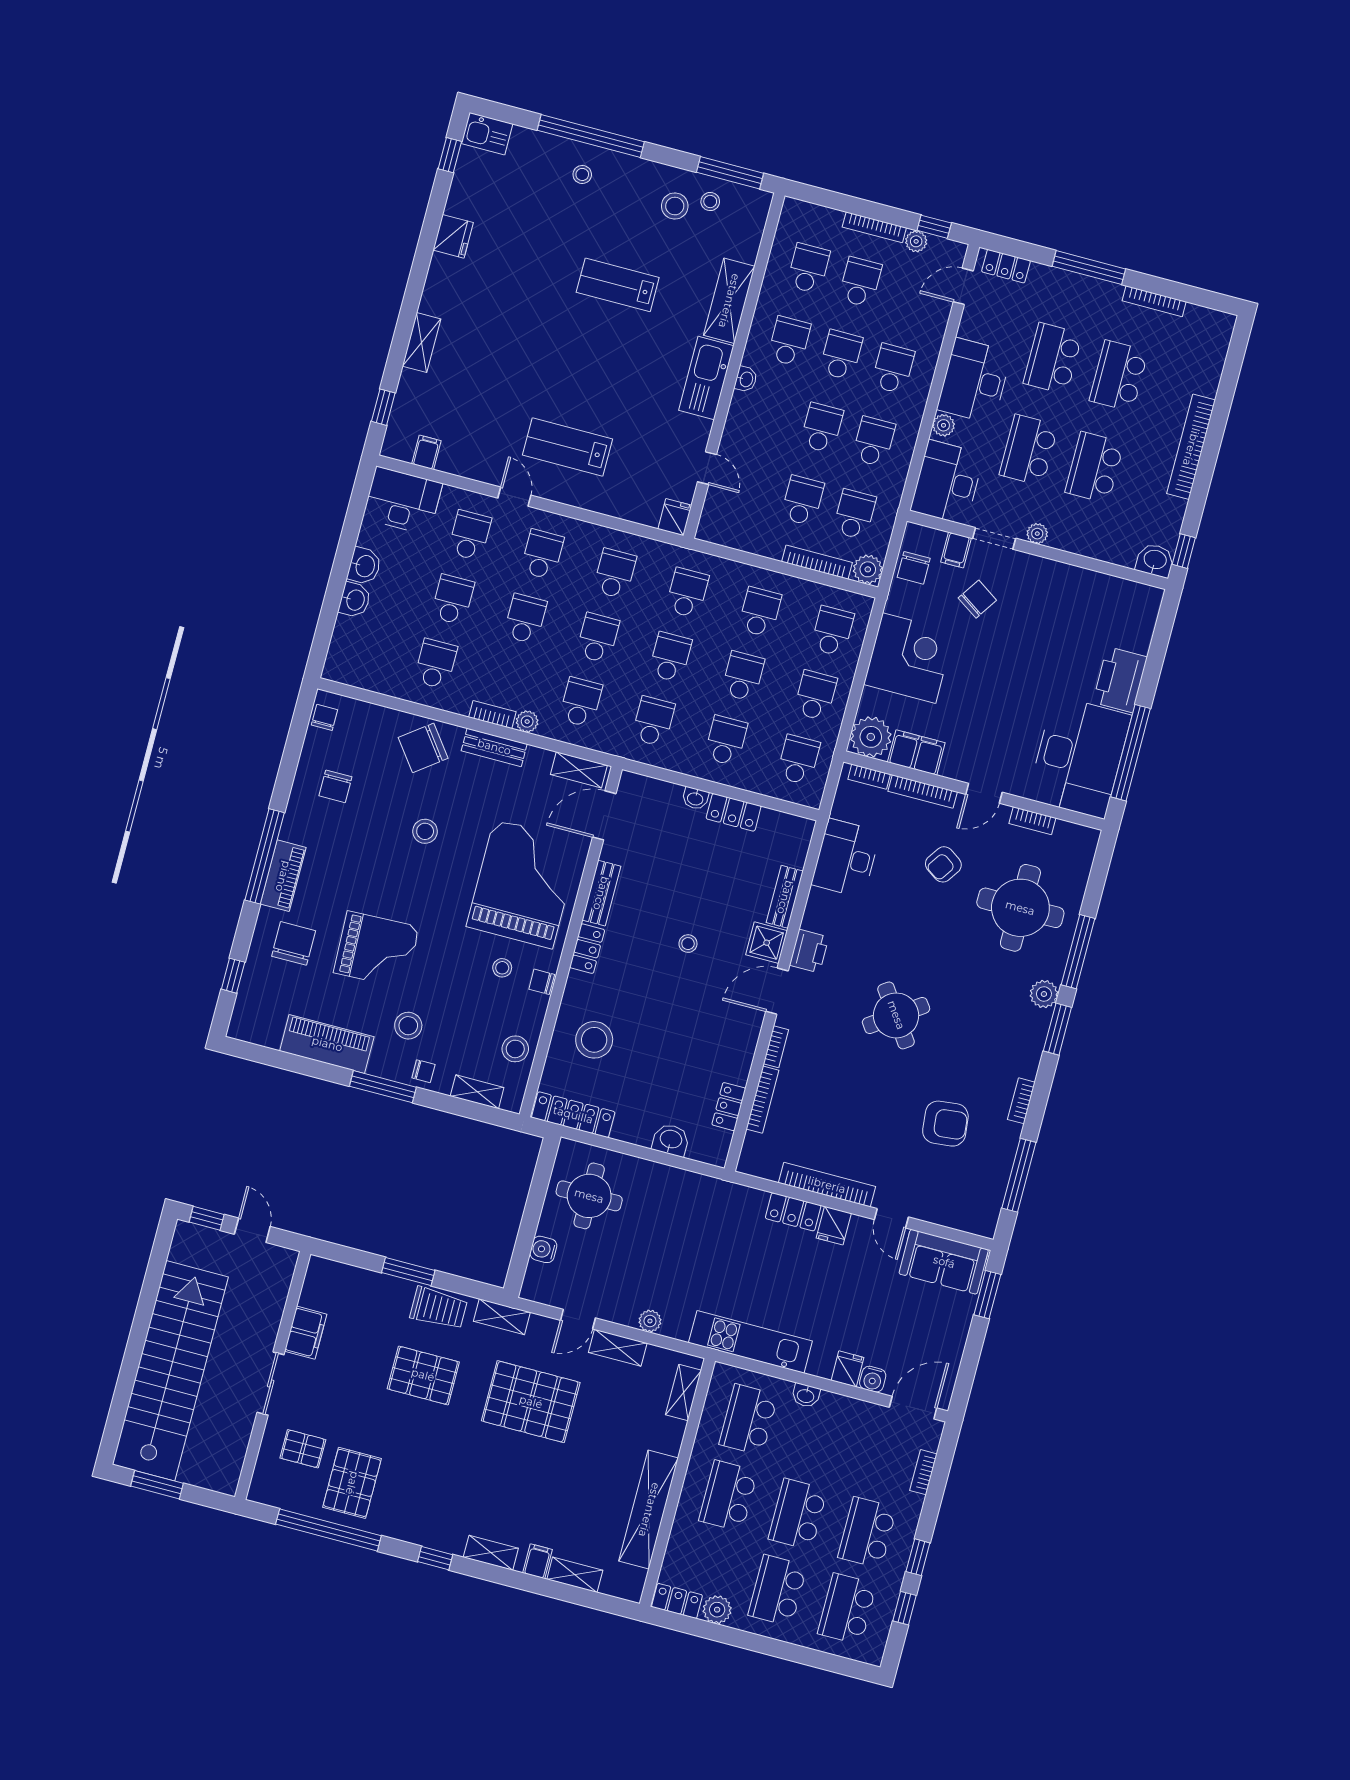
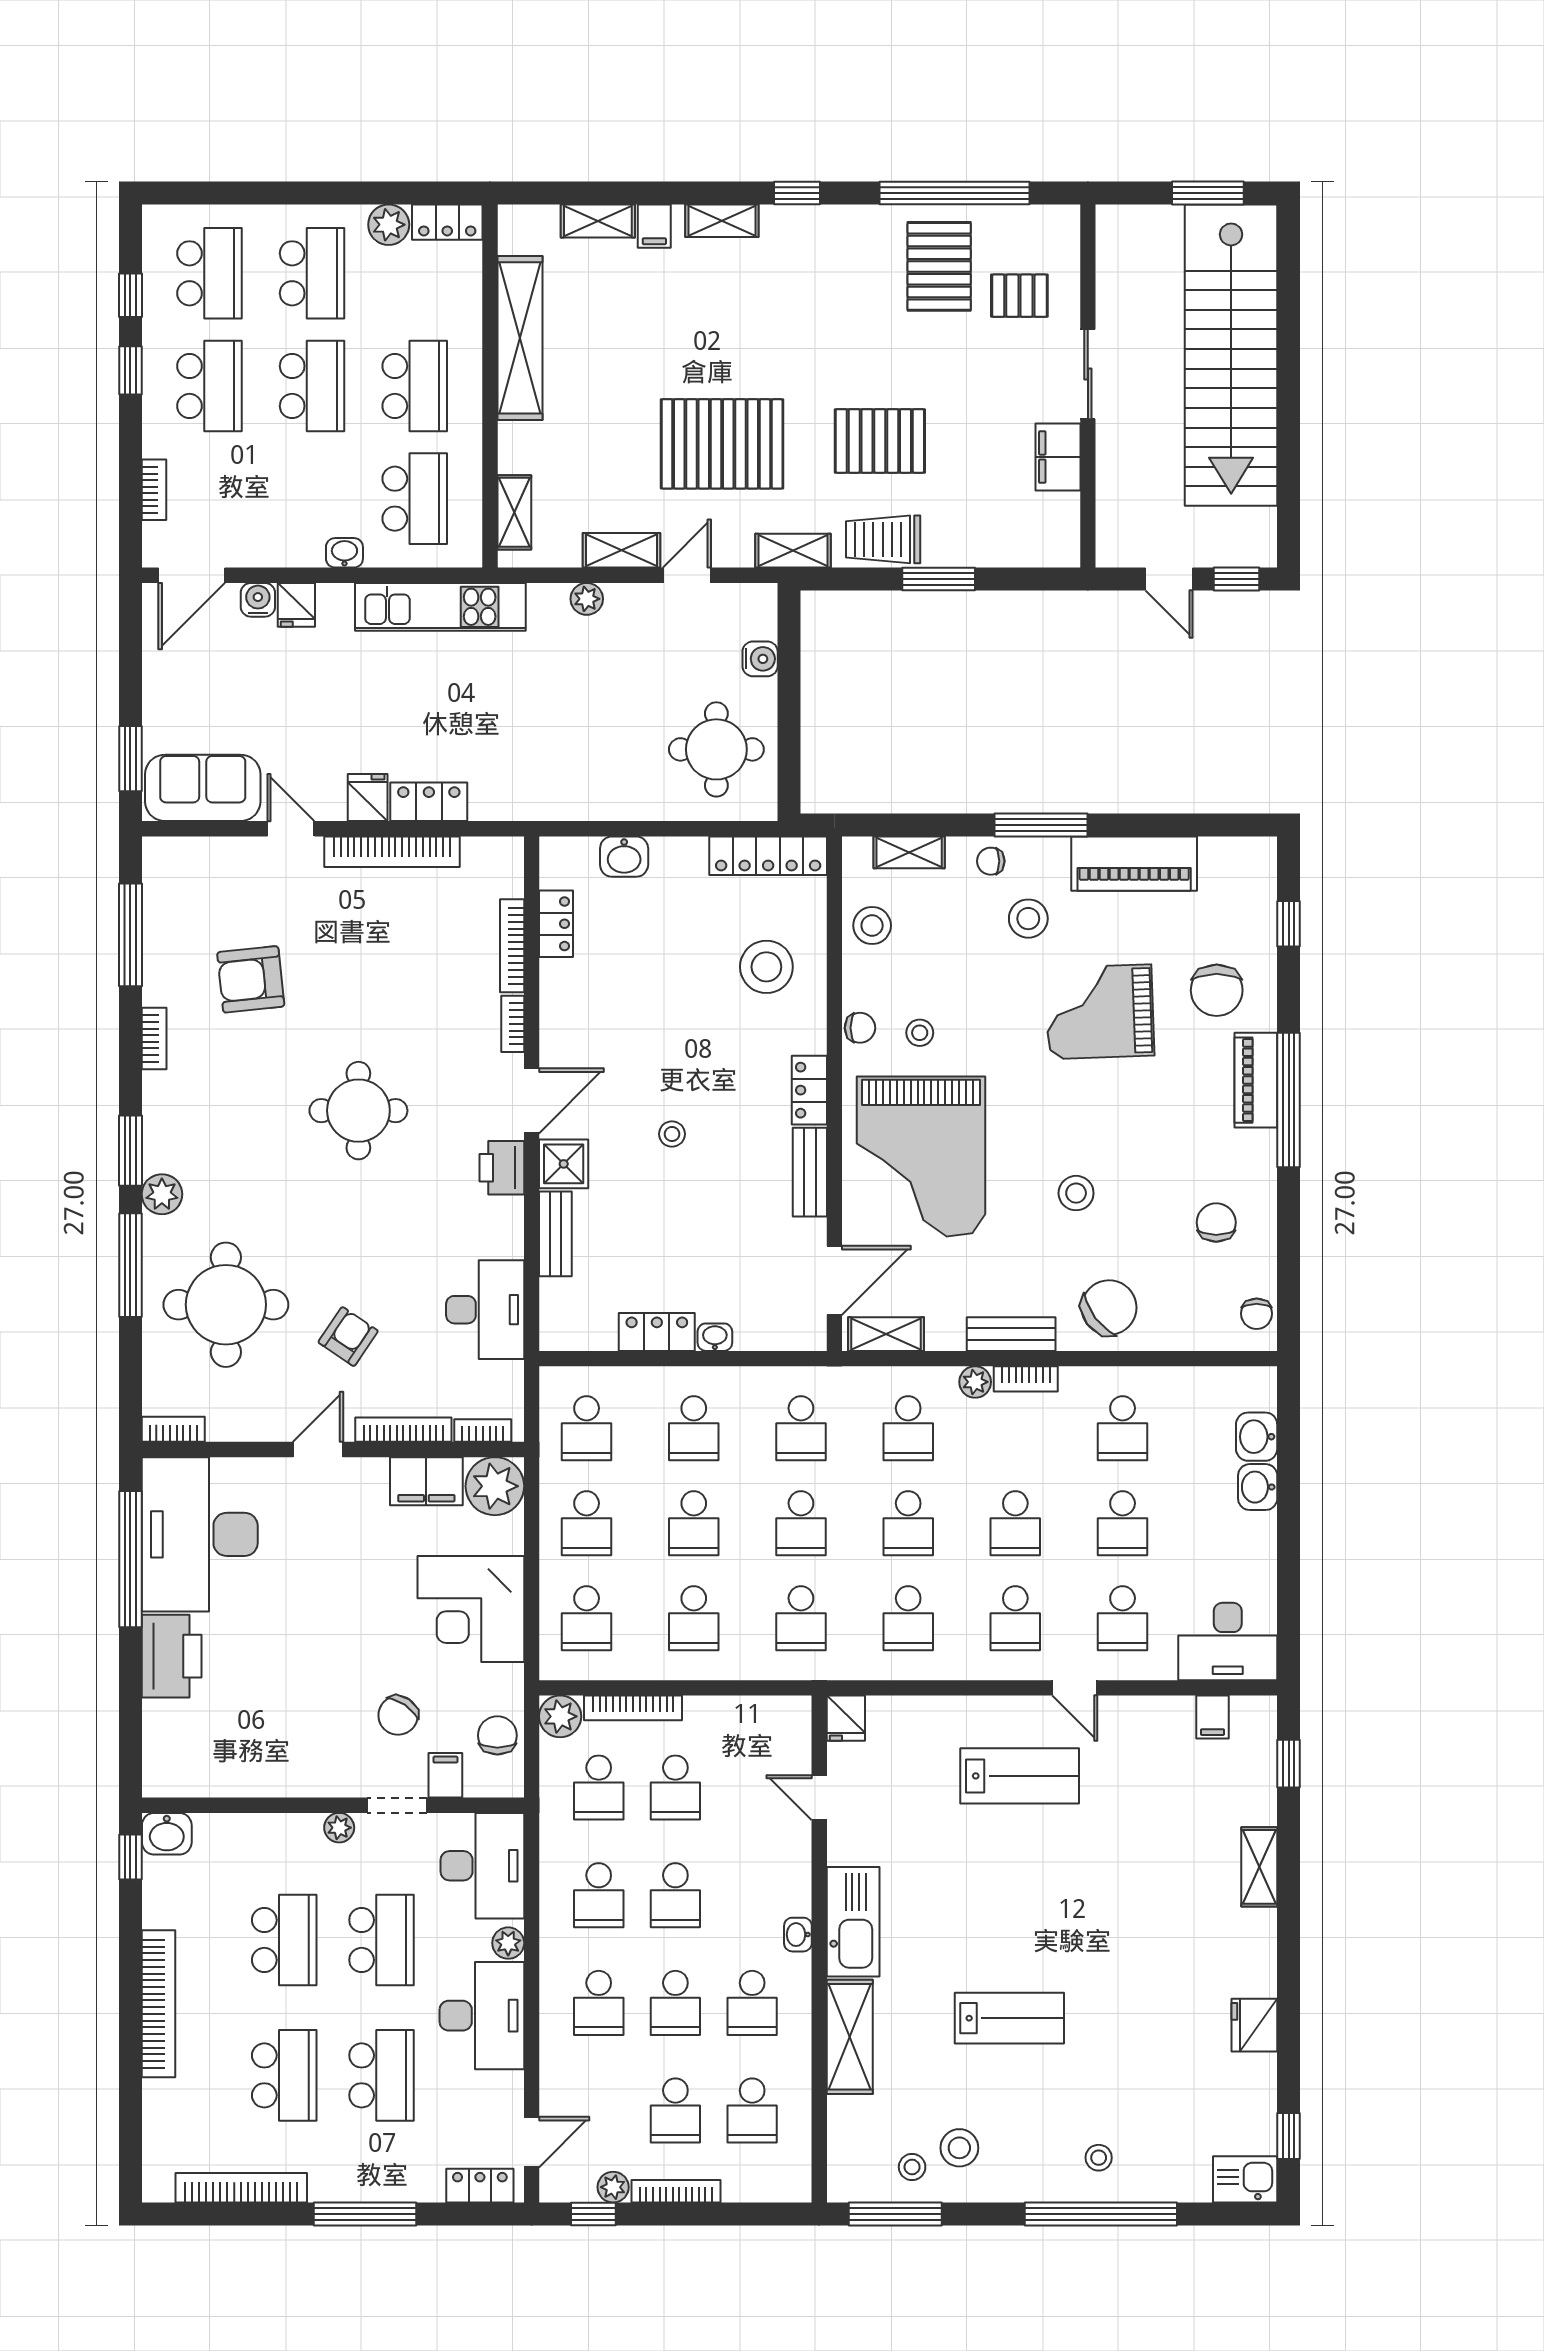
bookcase: (1154, 301) -> (241, 2188), width x1.48, depth x1.31
washbasin: (364, 566) -> (1257, 1437), moved
bookcase: (1032, 821) -> (173, 1429), moved
round table: (896, 1015) -> (358, 1111), turned 35

